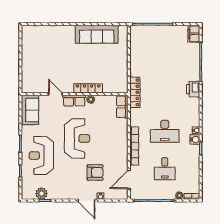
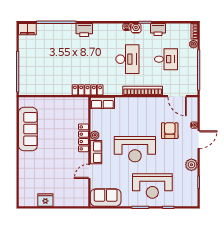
fridge: (28, 51) -> (45, 200), added
reception desk: (77, 138) -> (135, 149), turned 180
printer: (194, 161) -> (158, 29), added
plant: (41, 194) -> (191, 165), moved

